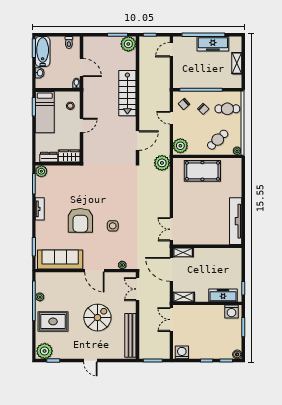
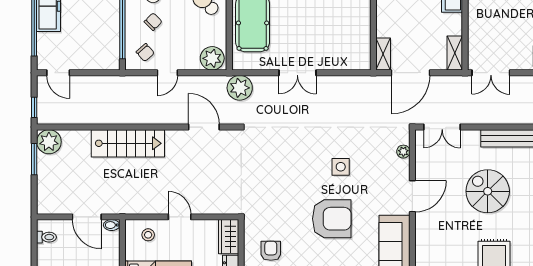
door: (81, 68) -> (87, 217), swing flipped
armchair: (60, 182) -> (271, 251), added
double door: (171, 229) -> (297, 73), moved

